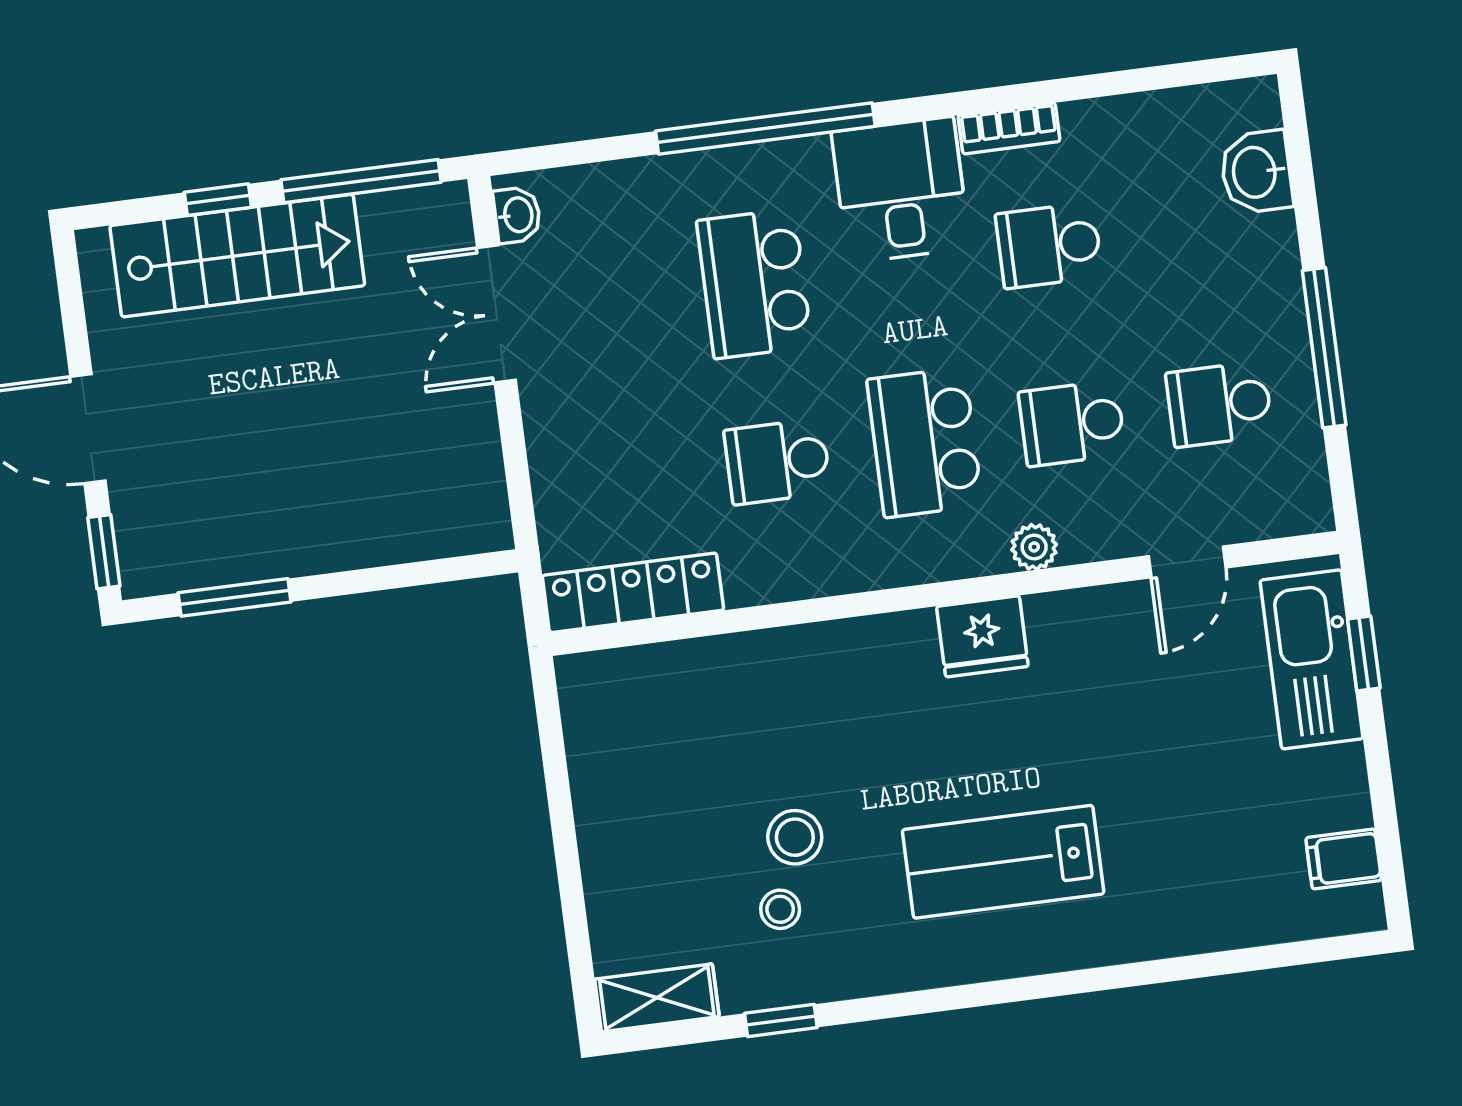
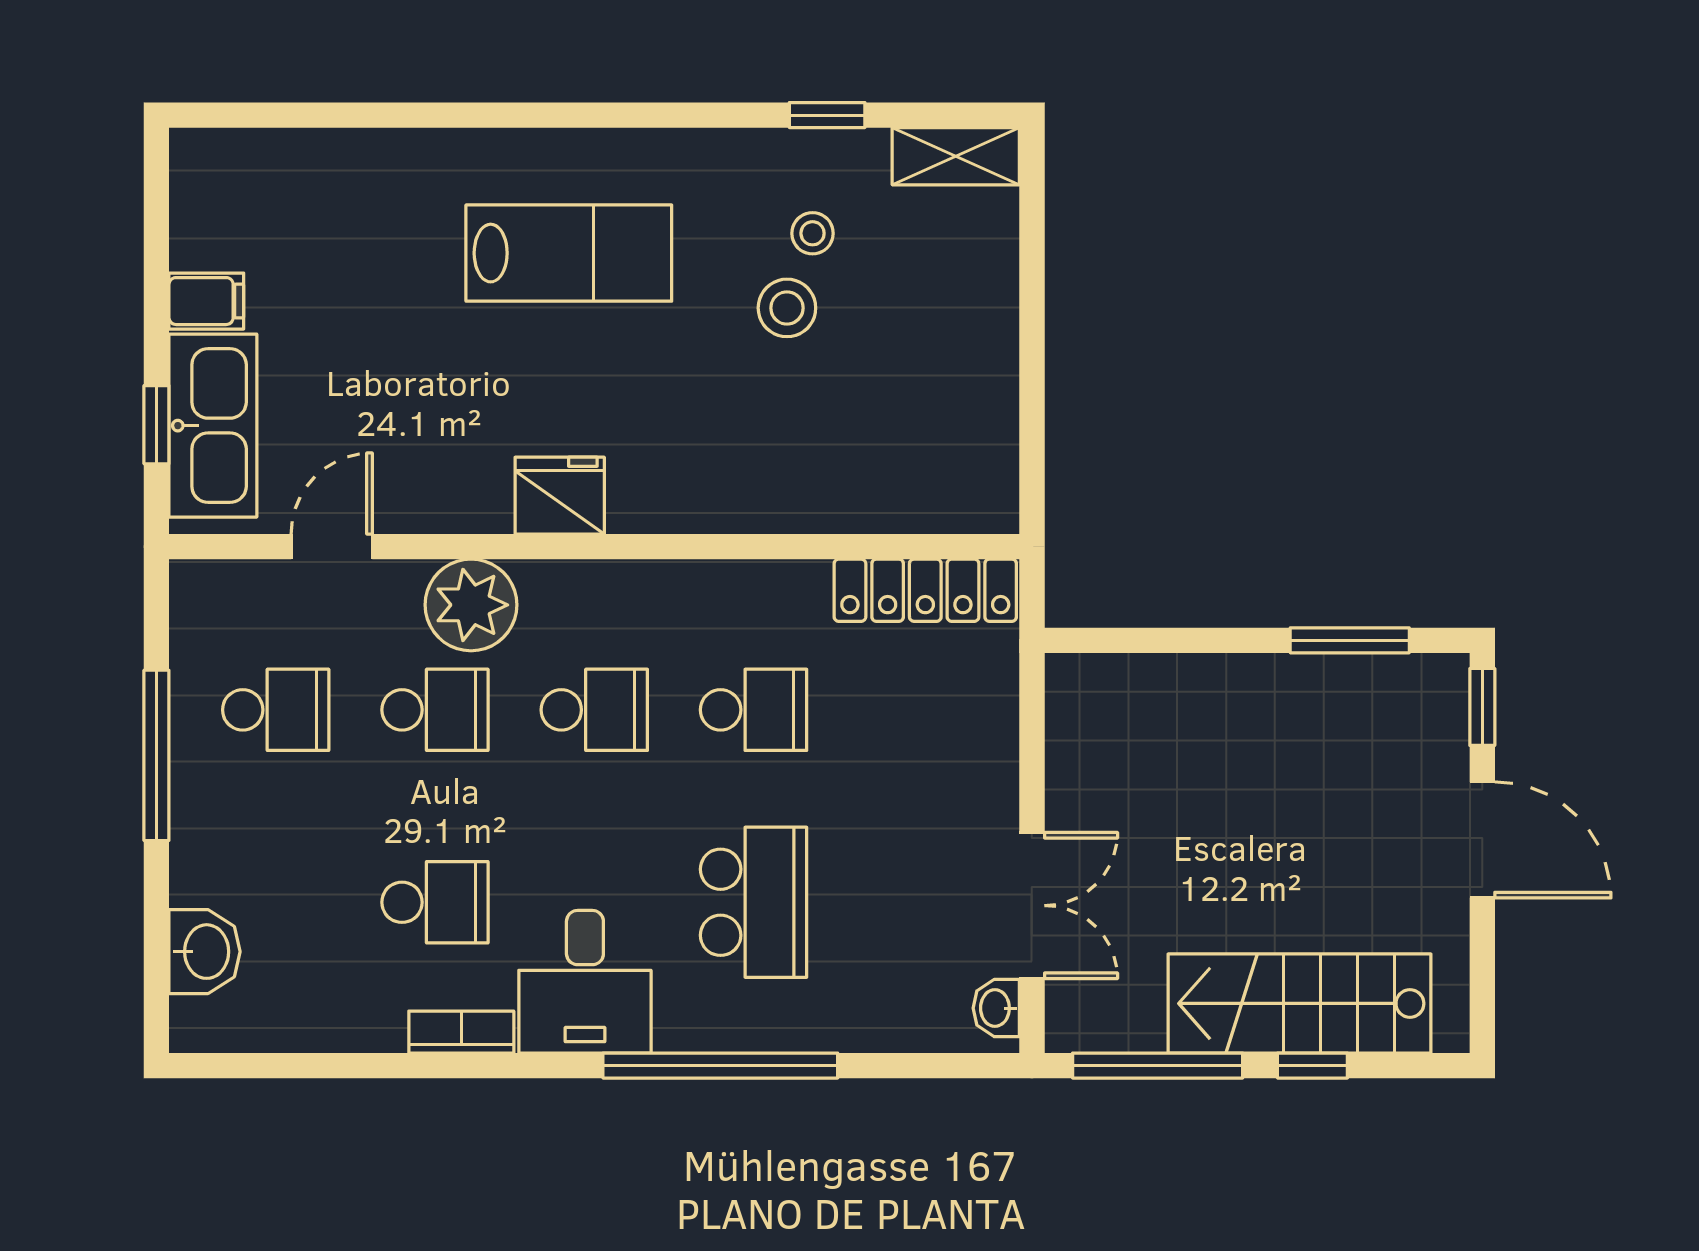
school desk: (925, 442) -> (594, 710), width x0.54
plant: (1034, 547) -> (471, 605), width x1.88, depth x1.88
filing cabinet: (1344, 859) -> (206, 301), moved

